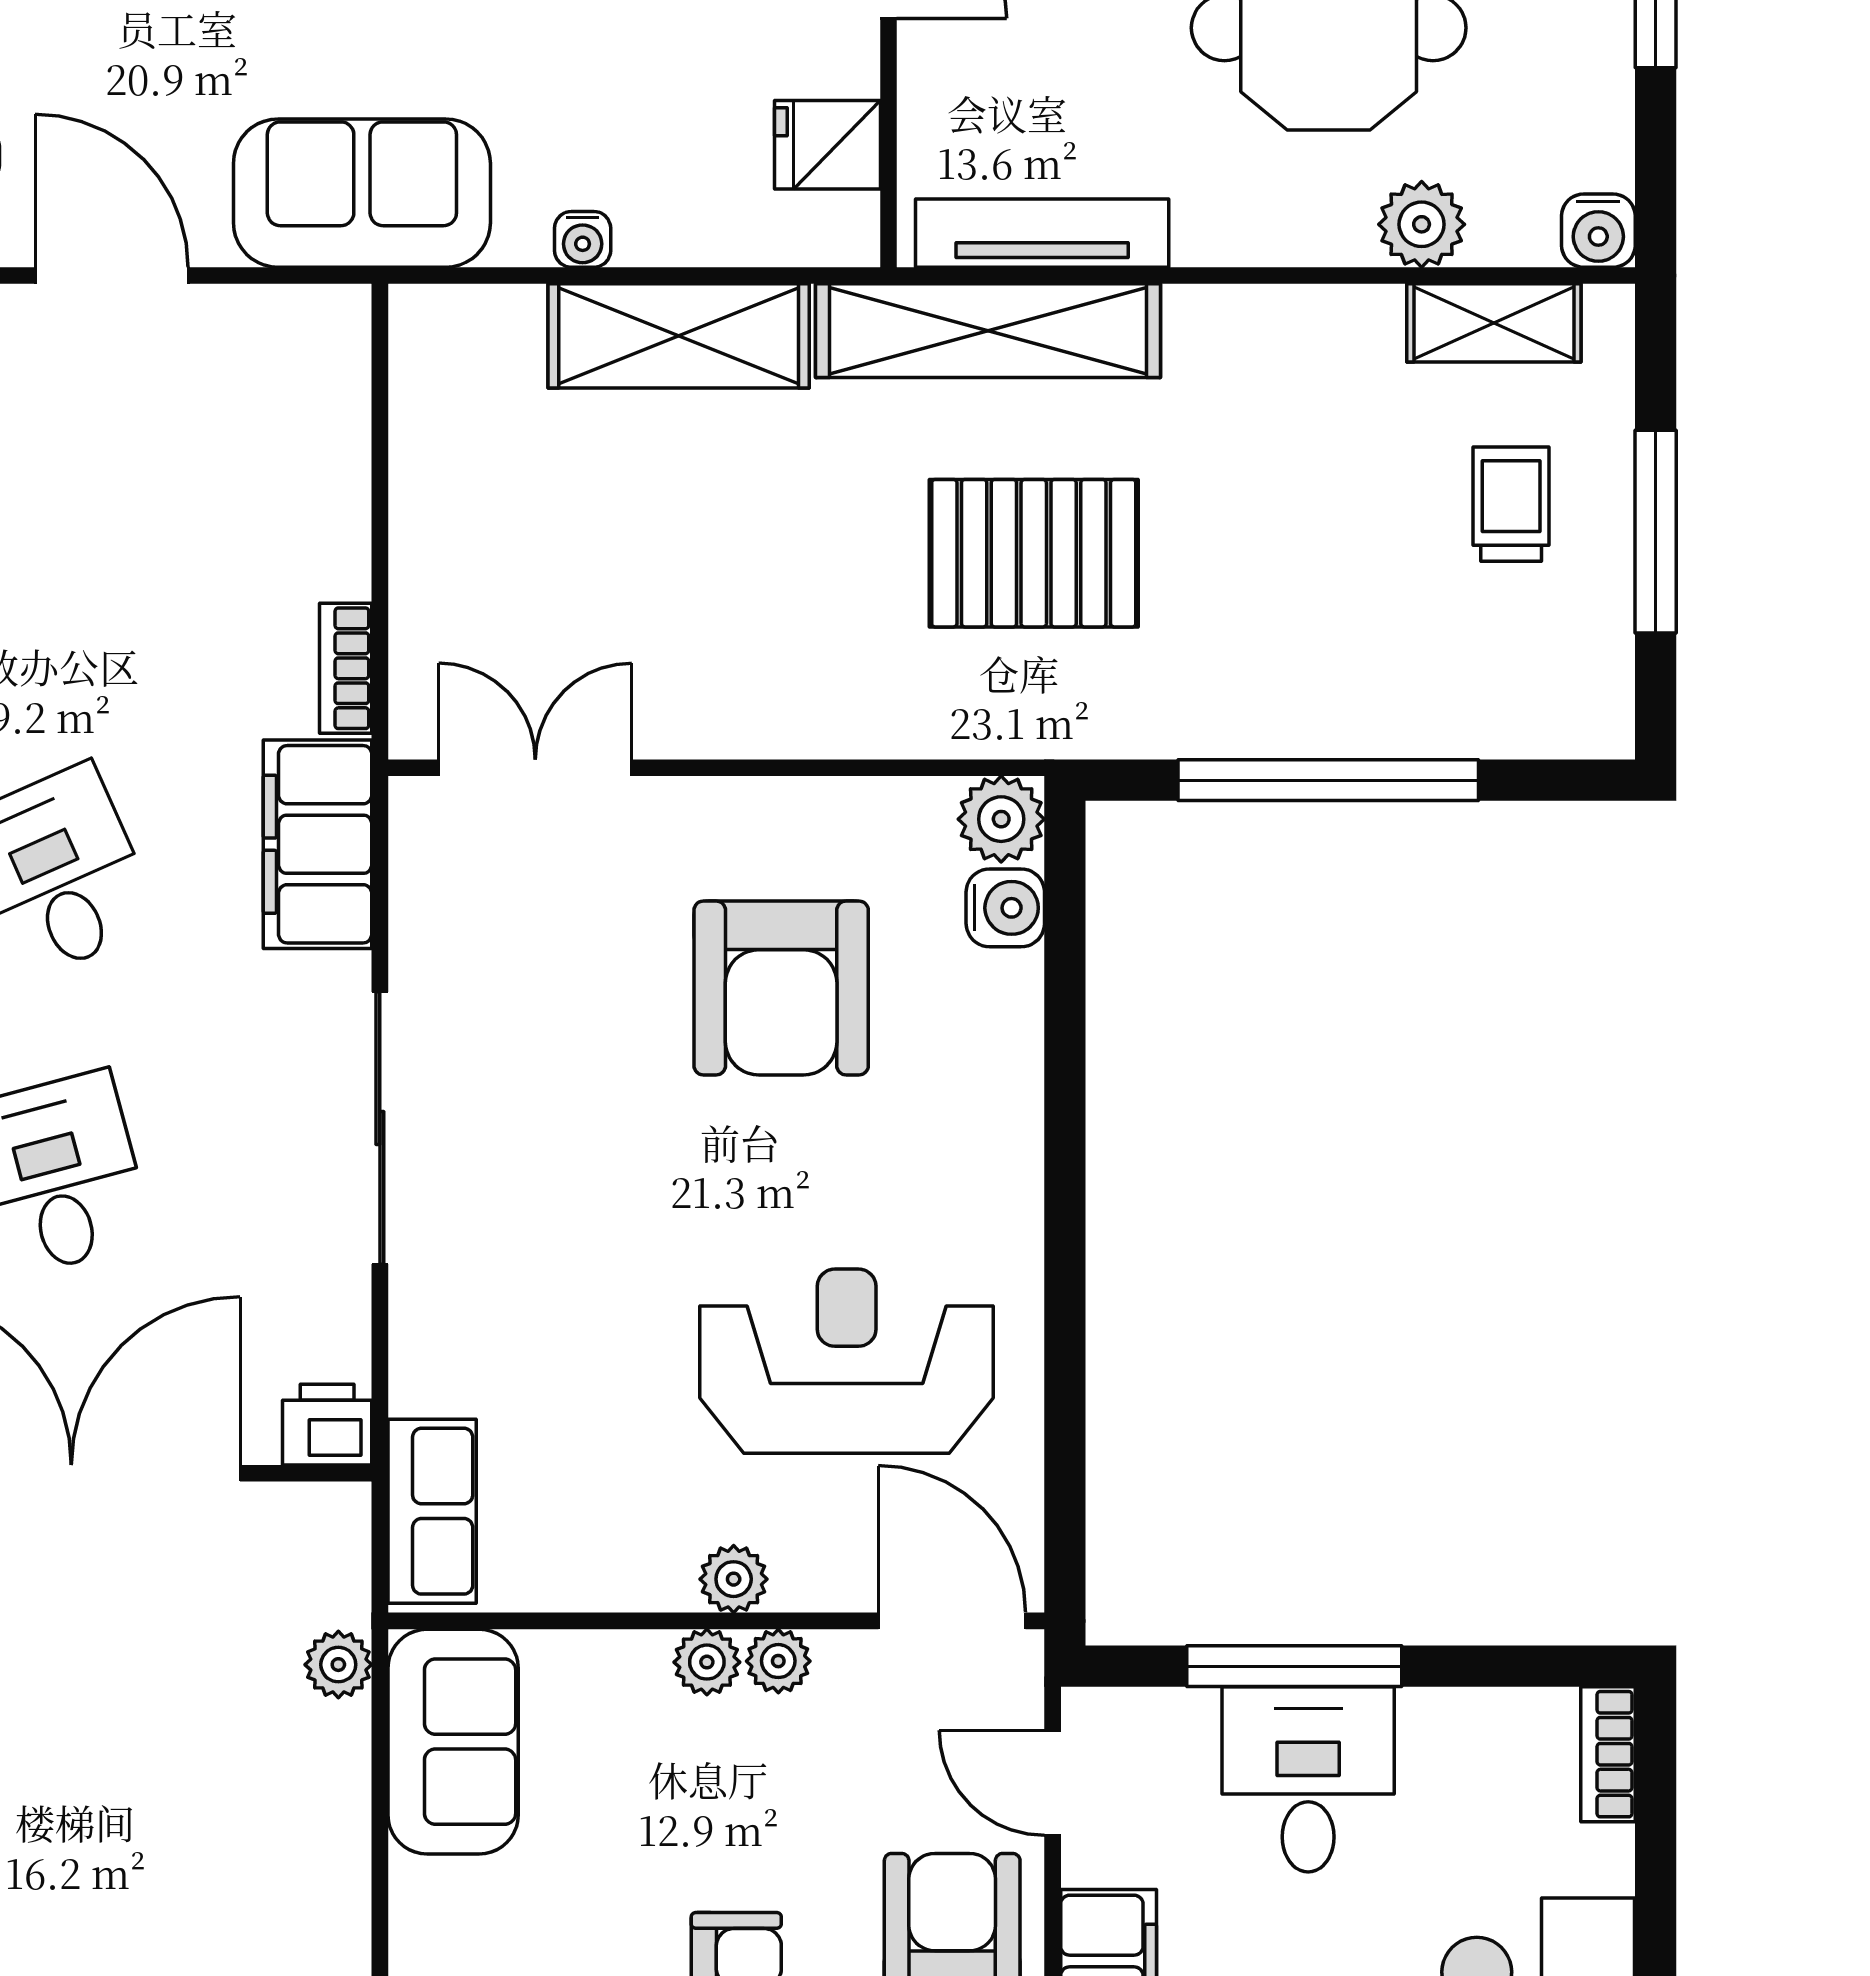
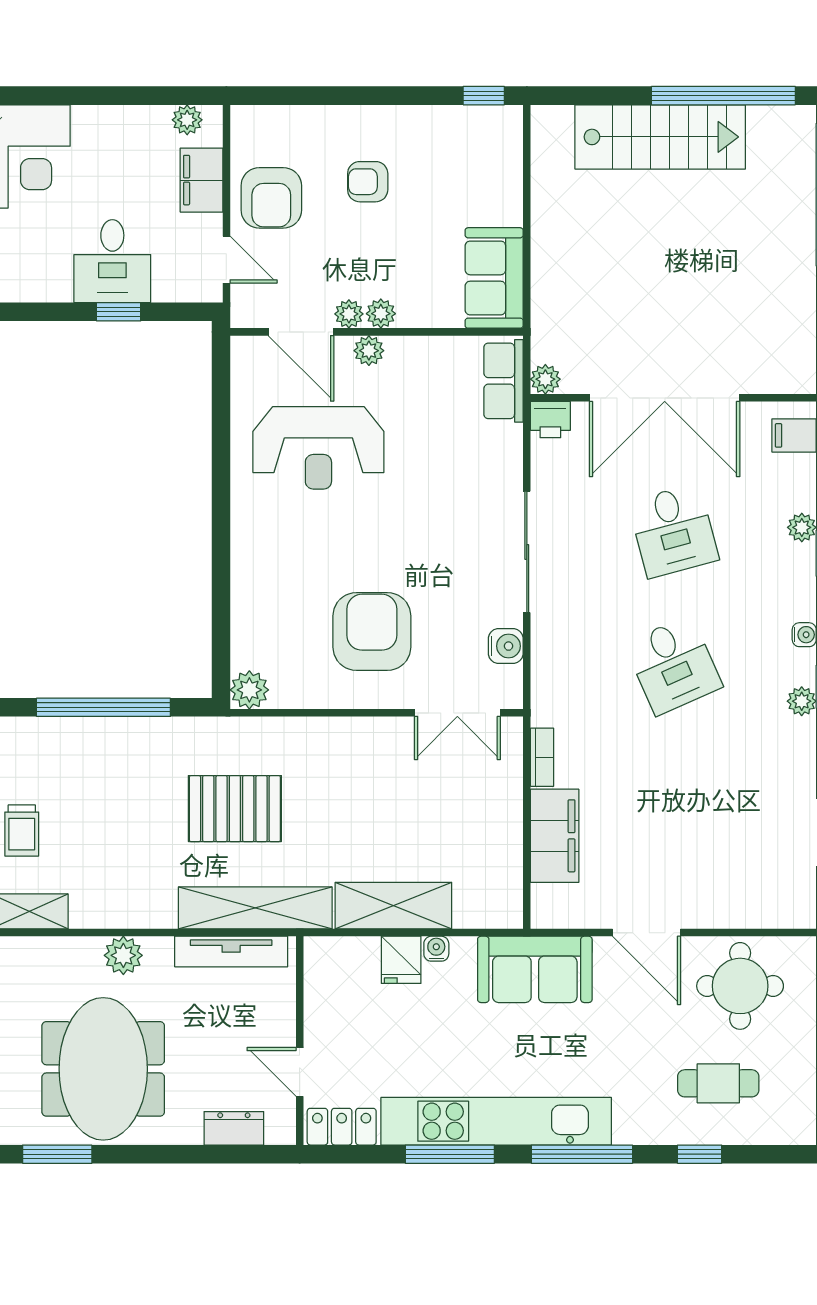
fridge: (827, 145) -> (401, 960), moved, turned 90
plant: (1422, 224) -> (123, 955), moved
filing cabinet: (318, 844) -> (555, 836), moved
water cooler: (1005, 908) -> (506, 646), moved, turned 180
armchair: (781, 988) -> (372, 632), moved
door: (952, 1621) -> (301, 332), moved
plant: (338, 1665) -> (545, 379), moved
window: (1294, 1666) -> (119, 312), width x0.46

